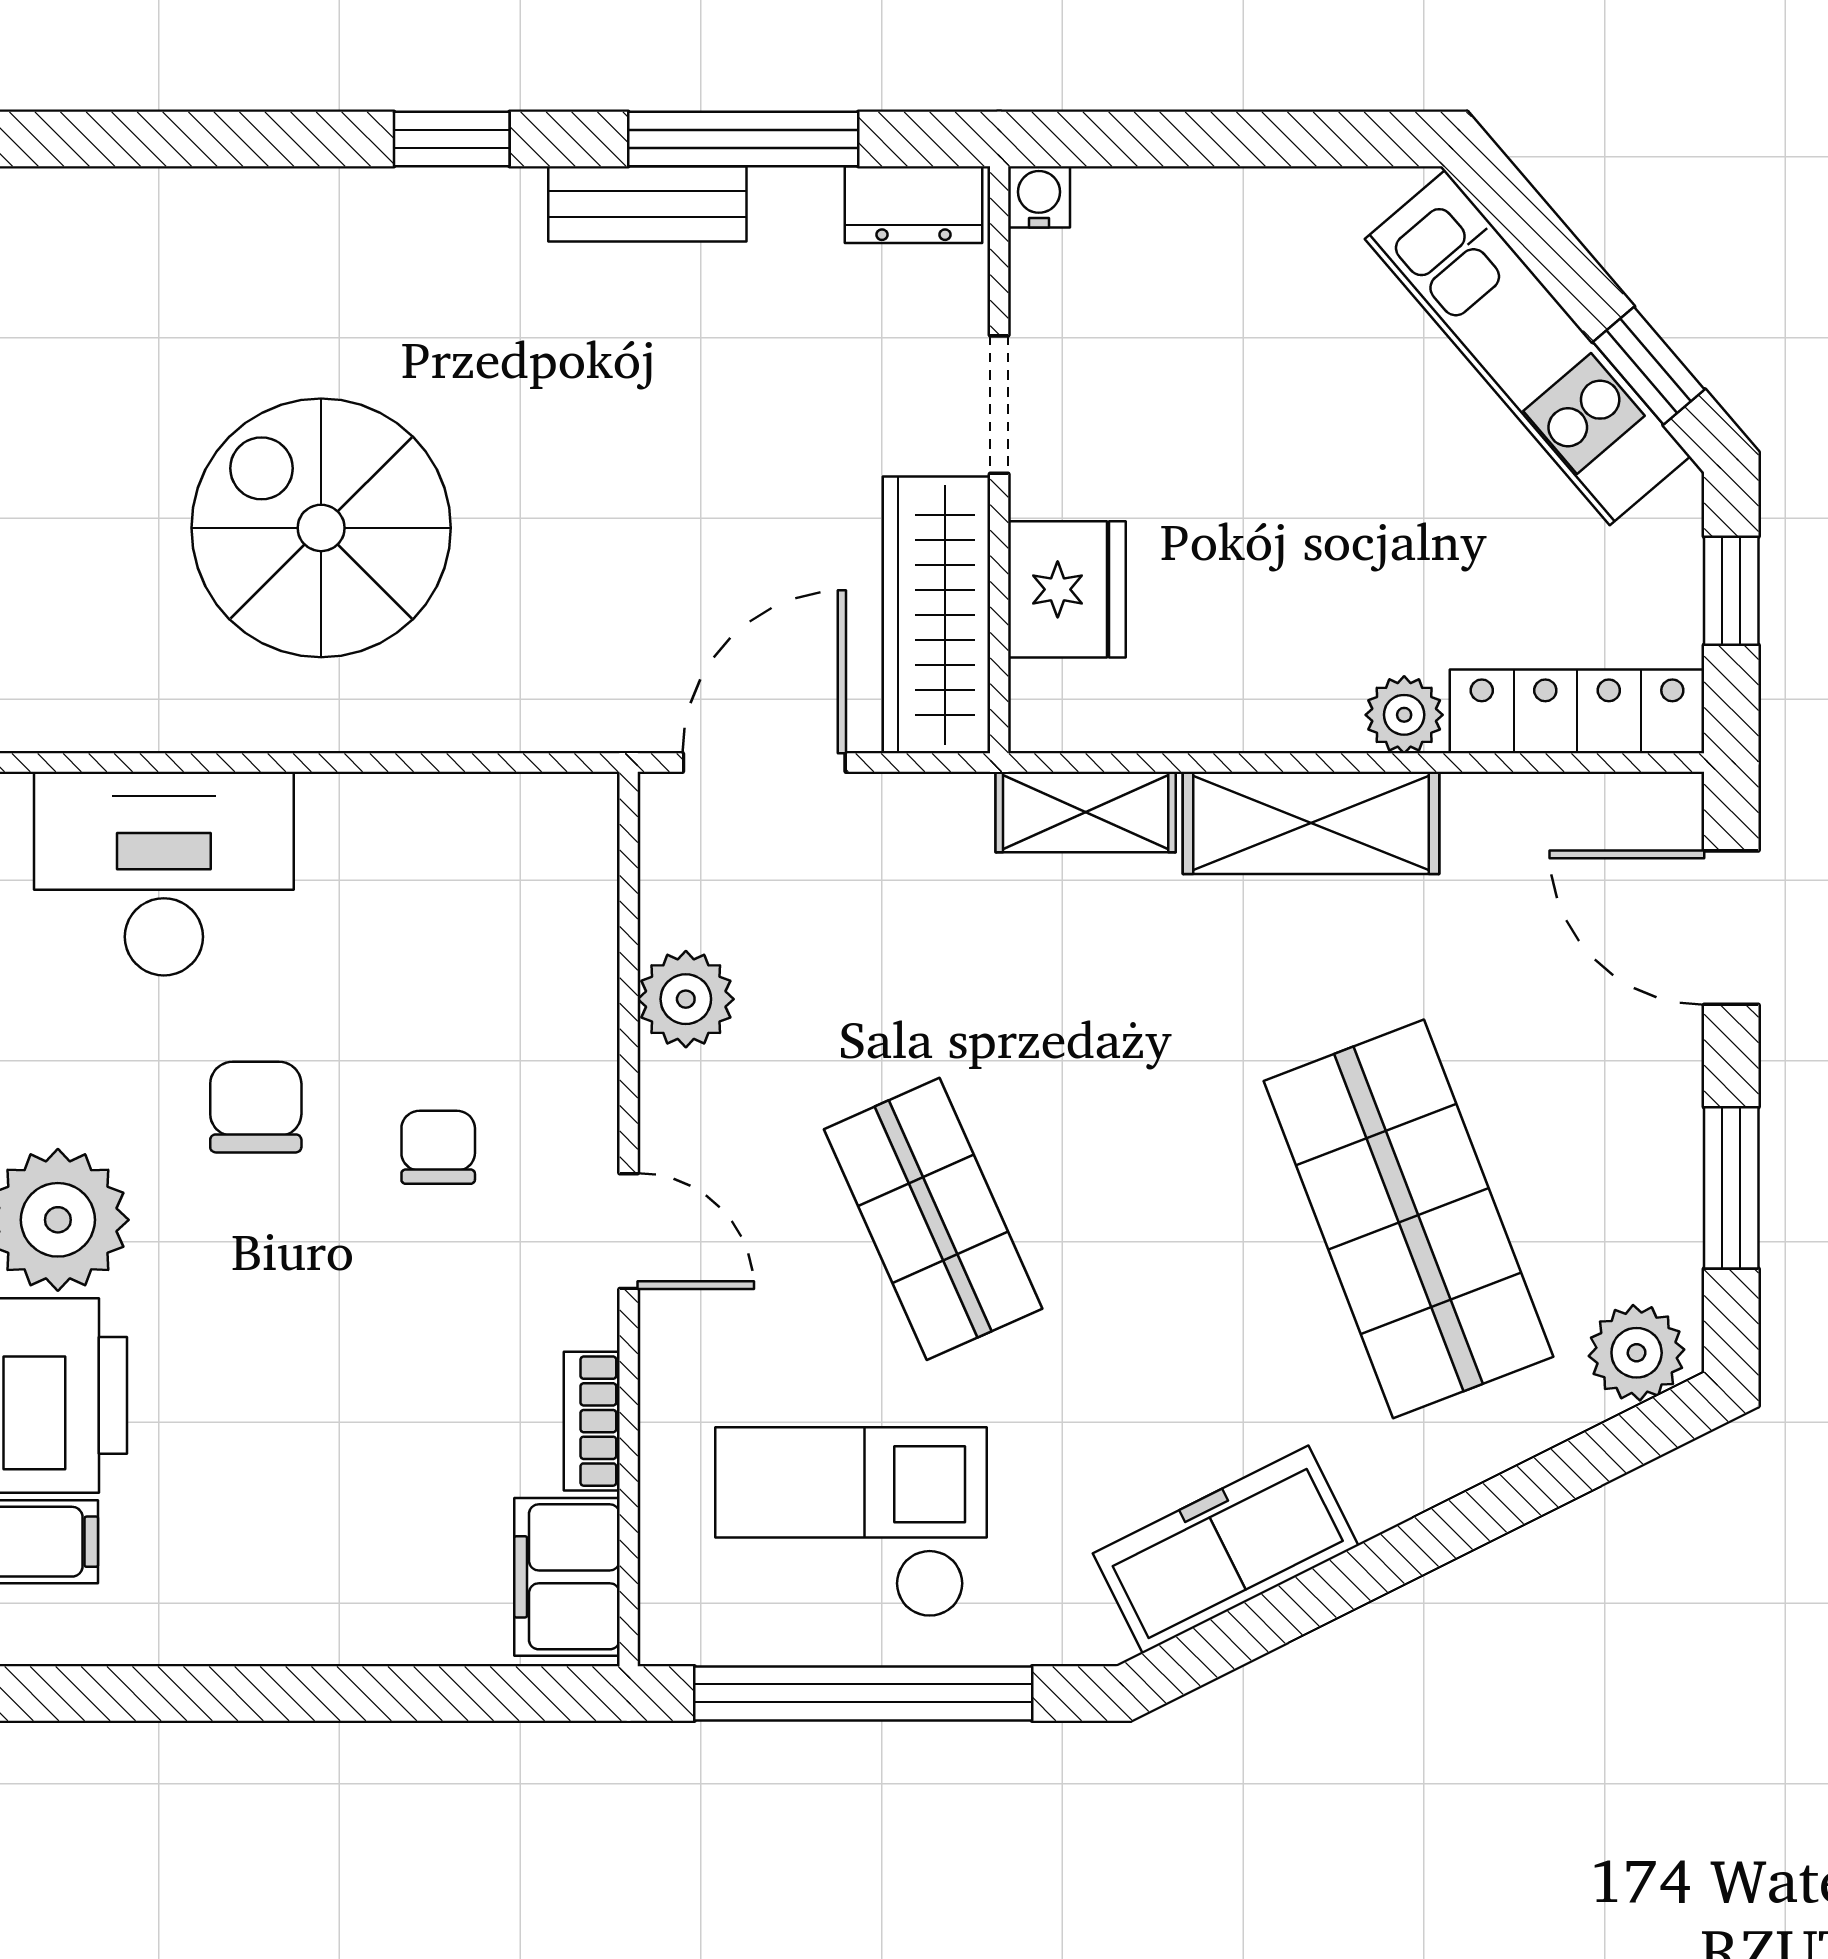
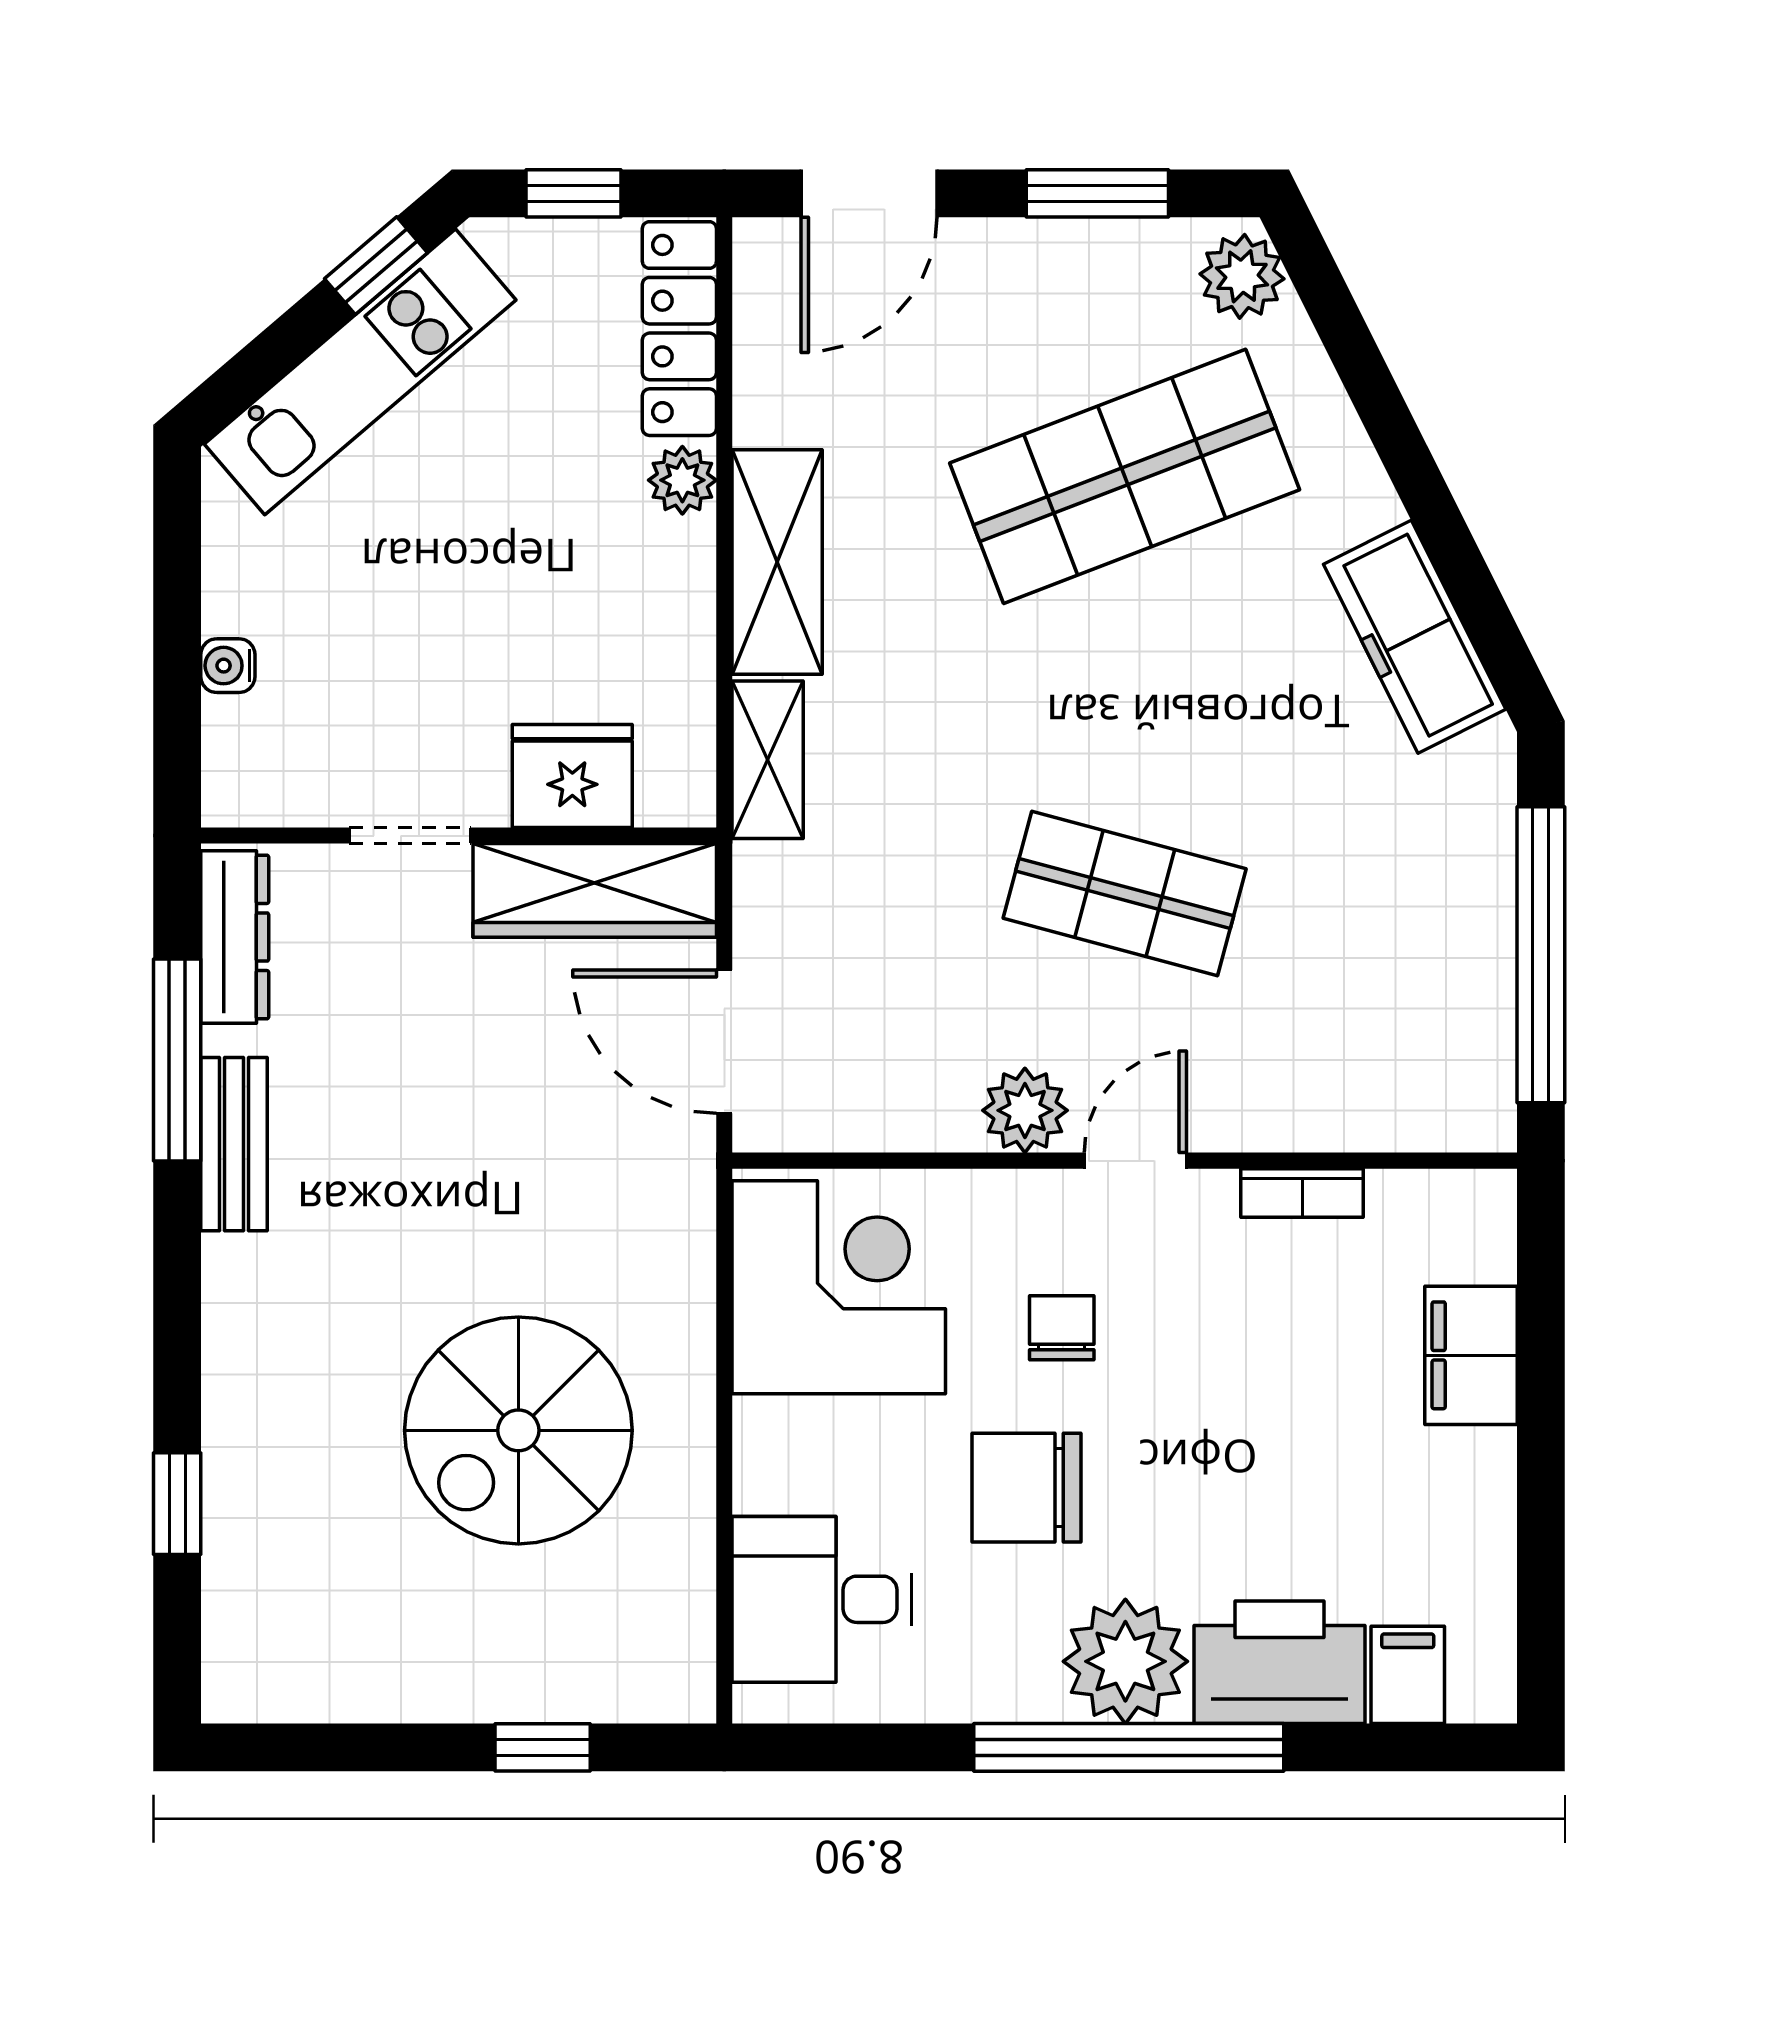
window: (452, 139) -> (177, 1504), moved
water cooler: (1039, 197) -> (228, 666), moved
dresser: (913, 205) -> (235, 937), width x1.44
desk: (164, 874) -> (822, 1599), width x0.73
corner desk: (484, 893) -> (839, 1287), added
plant: (686, 999) -> (1025, 1110), moved
chair: (256, 1107) -> (1026, 1488), width x1.37, depth x1.37
chair: (438, 1147) -> (1062, 1328), turned 90
shop shelf: (933, 1219) -> (1125, 893), turned 39
checkout: (851, 1522) -> (1391, 966), removed
filing cabinet: (567, 1577) -> (1471, 1355), moved, turned 90

